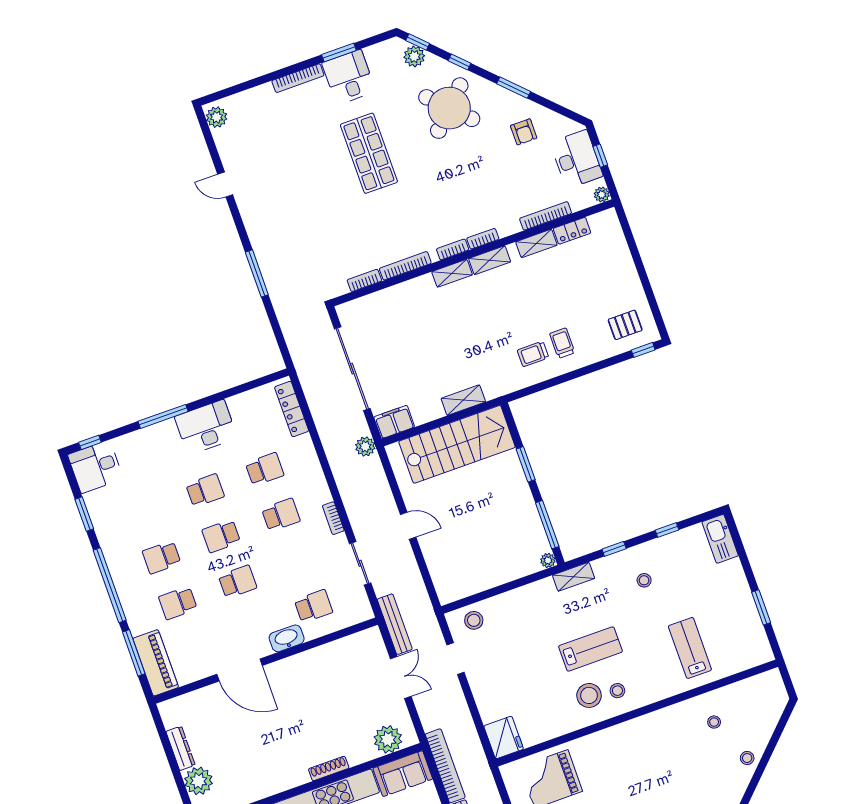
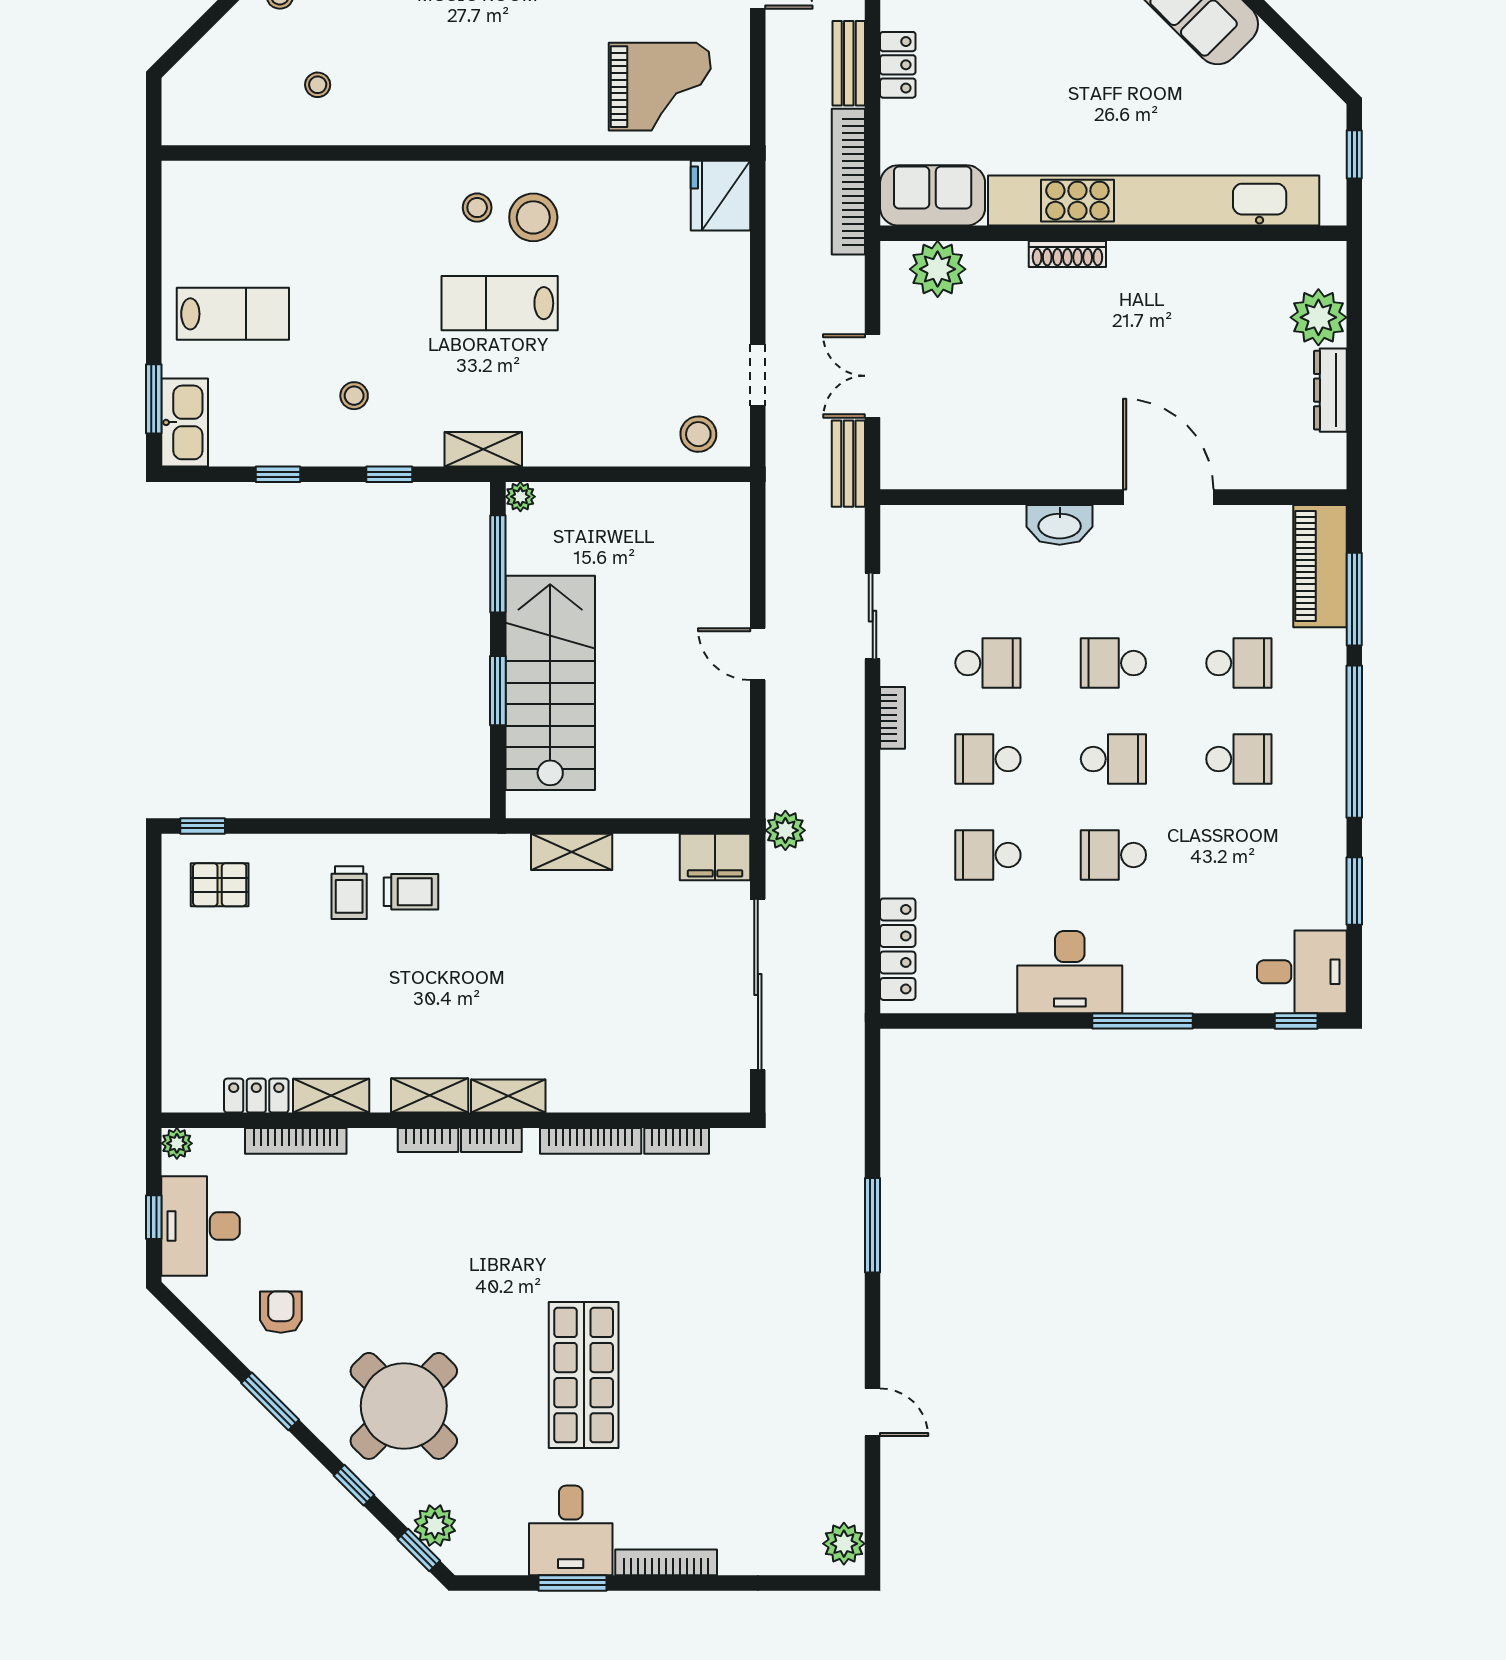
stairs: (457, 444) -> (550, 683), moved, turned 90
school desk: (313, 606) -> (988, 663), moved, turned 180
window: (761, 607) -> (154, 399), moved
bench: (395, 624) -> (848, 464), width x0.73
lab bench: (690, 648) -> (233, 314), moved, turned -90

